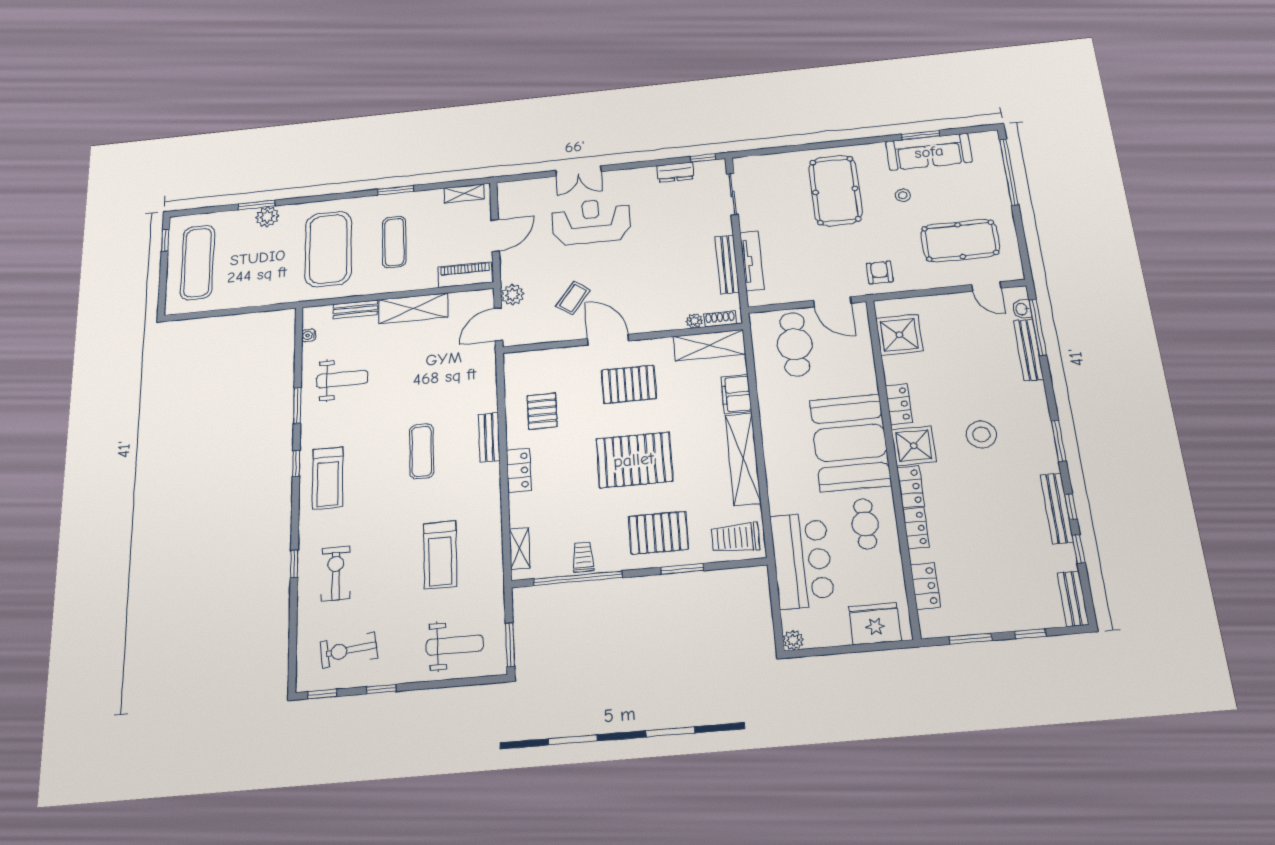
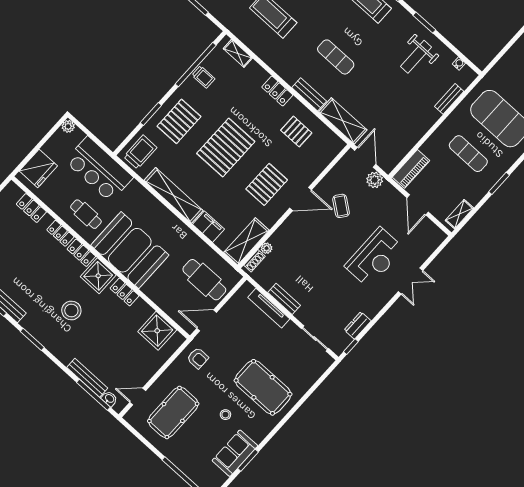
sofa: (929, 152) -> (235, 453), width x0.73
double door: (578, 171) -> (411, 281), swing flipped
bench: (727, 264) -> (284, 299), width x0.73
shelving: (413, 308) -> (343, 121), moved, turned 90

